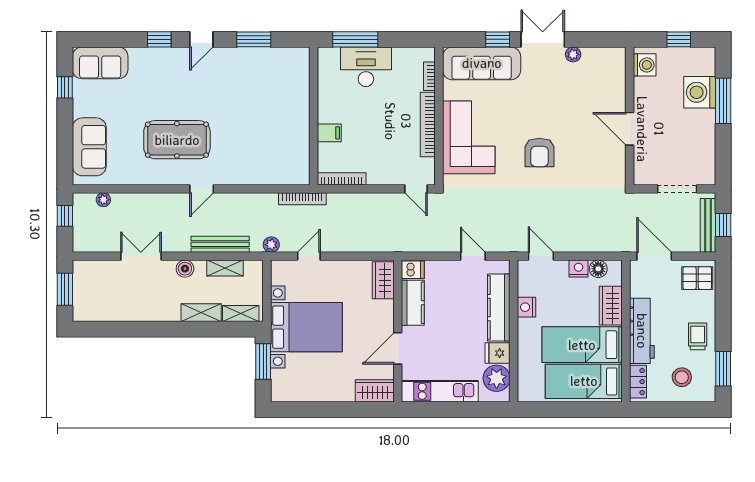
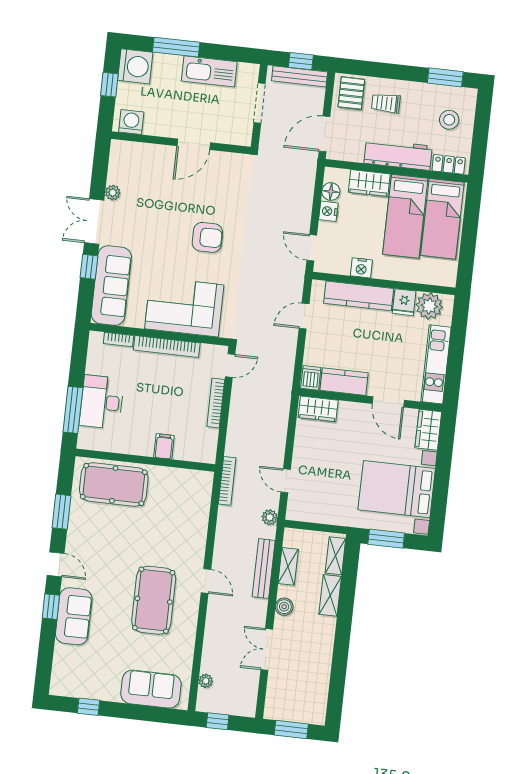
sofa: (100, 63) -> (74, 616), moved
pool table: (286, 88) -> (114, 484), added
washing machine: (700, 92) -> (135, 66), moved, turned -90
kitchen sink: (703, 136) -> (209, 71), added
bookcase: (342, 179) -> (216, 403), moved
door: (541, 256) -> (312, 248), hinge flipped
bed with nightstands: (306, 327) -> (397, 489), moved, turned -90
trolley: (698, 336) -> (386, 103), moved

